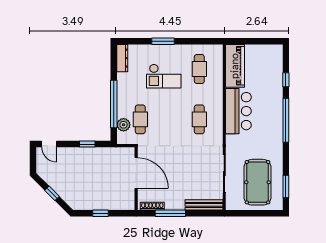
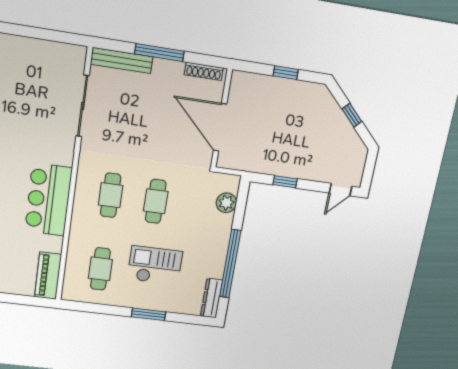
piano: (235, 66) -> (48, 276), width x0.73, depth x0.75
window: (114, 104) -> (230, 264), moved
cafe table: (140, 119) -> (156, 201), moved
door: (49, 144) -> (341, 190), swing flipped
pool table: (258, 182) -> (31, 84), removed
window: (170, 213) -> (159, 53), moved

